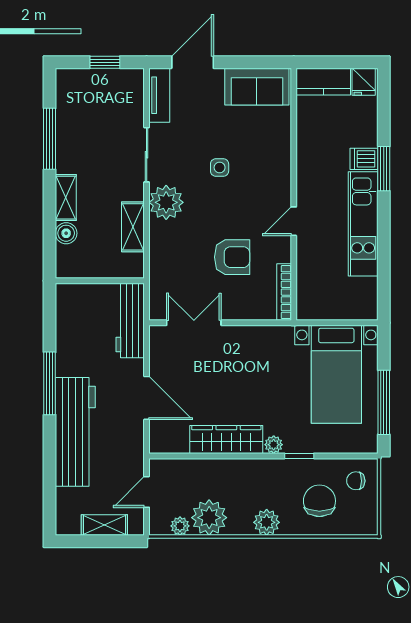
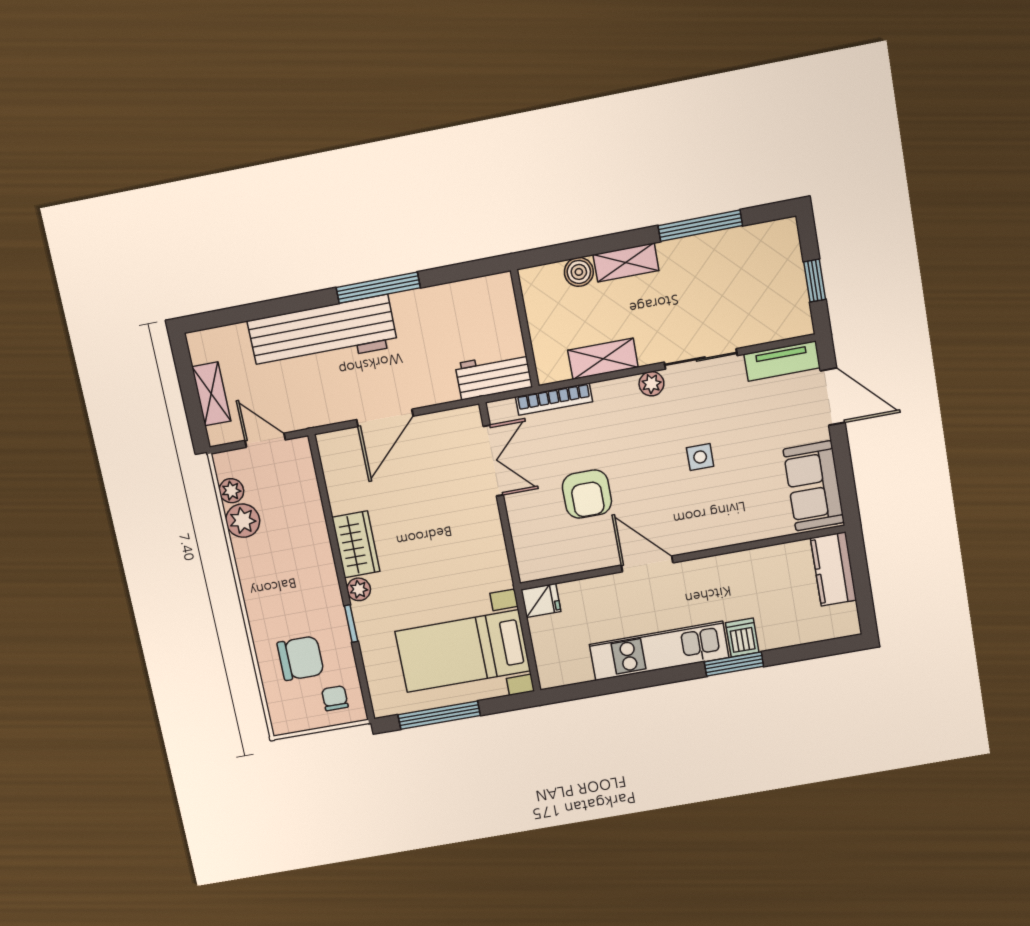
fridge: (364, 82) -> (541, 601), moved, turned 180
plant: (166, 202) -> (651, 384), width x0.53, depth x0.53
door: (294, 221) -> (647, 564), width x1.38
bookcase: (284, 292) -> (554, 399), moved, turned 180
workbench: (130, 321) -> (494, 375), width x0.73
wardrobe: (226, 440) -> (356, 544), width x0.67
plant: (209, 518) -> (243, 521), width x0.73, depth x0.73
plant: (267, 522) -> (260, 598), removed

